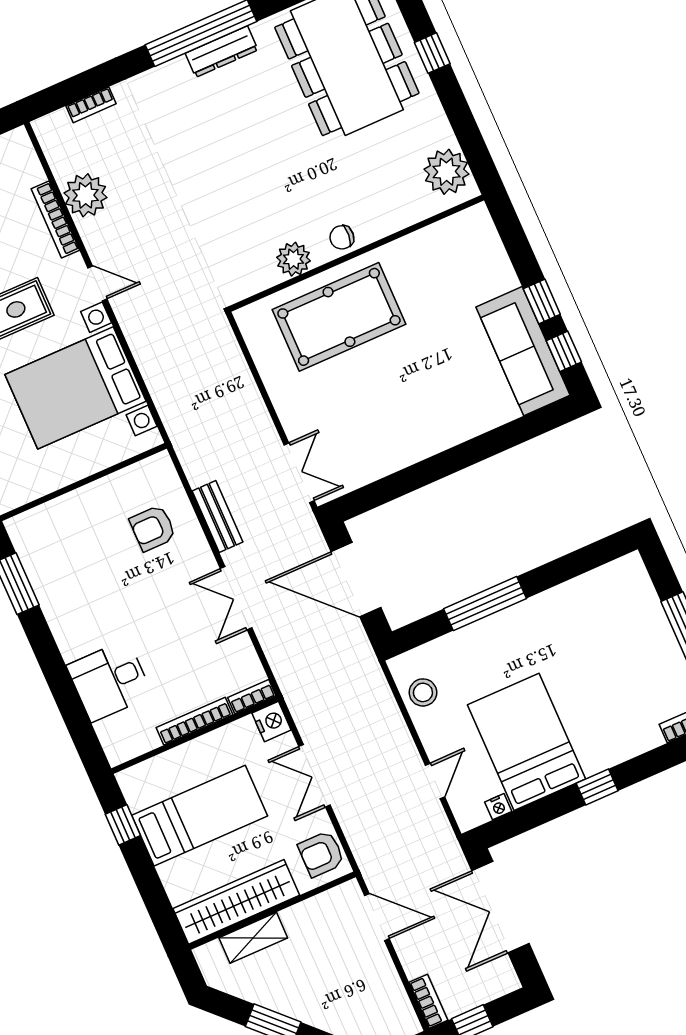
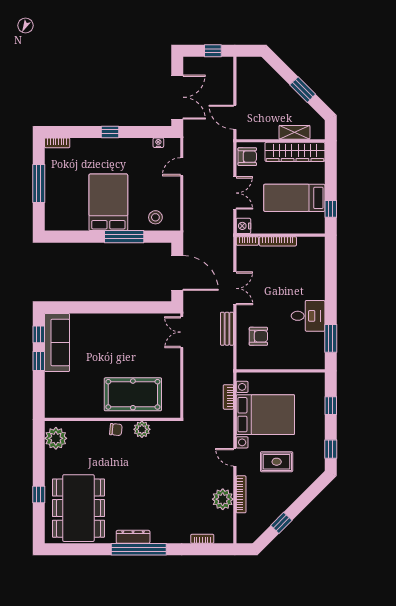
desk: (110, 681) -> (308, 316), moved
stool: (423, 692) -> (155, 217), moved
bed: (527, 742) -> (108, 202), moved, turned 180
bookcase: (428, 1001) -> (228, 397), moved

